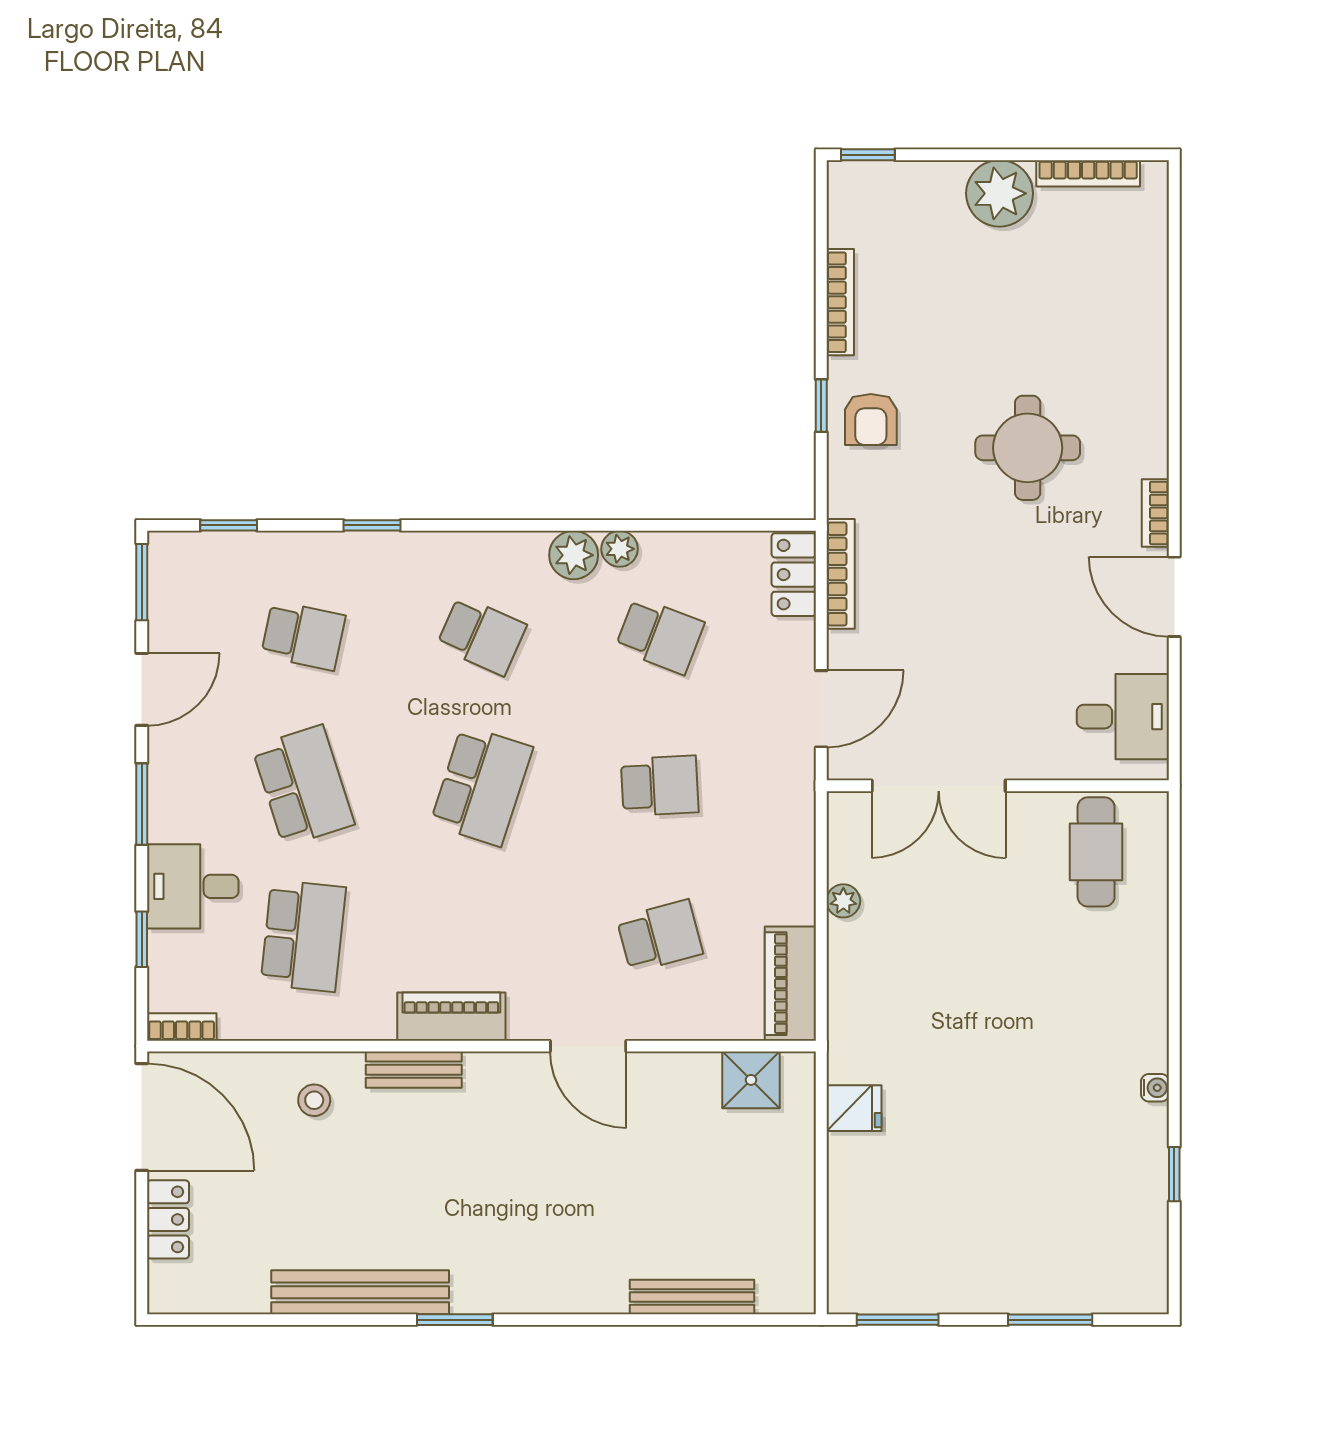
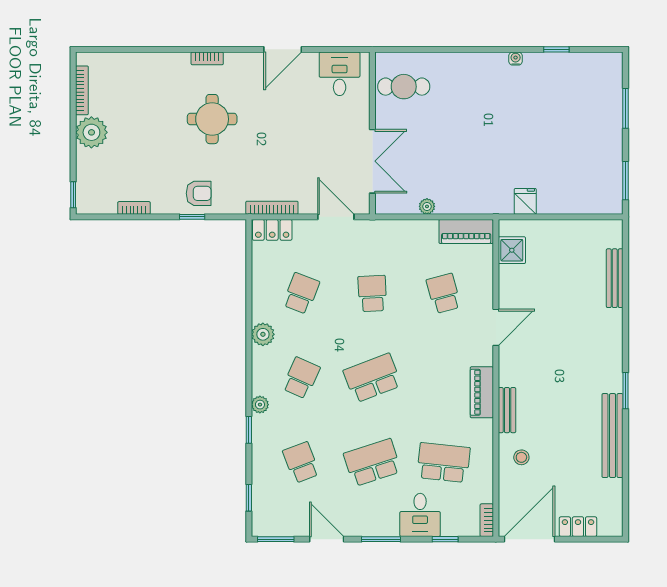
bookcase: (840, 302) -> (134, 208), width x0.64
bookcase: (1155, 513) -> (207, 58), moved
plant: (620, 549) -> (260, 405), moved
school desk: (303, 636) -> (301, 463), turned -33
school desk: (481, 786) -> (372, 378), turned -39

